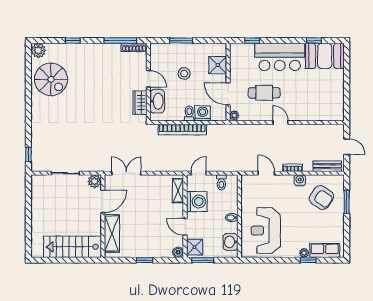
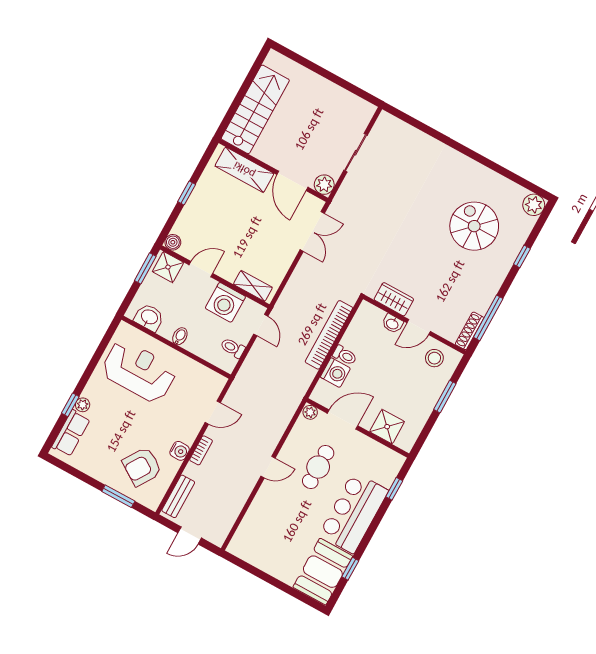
stool: (184, 73) -> (434, 358), moved
spiral stairs: (51, 79) -> (474, 226), moved, turned 90
washbasin: (157, 101) -> (392, 324), width x0.52, depth x0.69
window: (28, 154) -> (406, 118), removed

